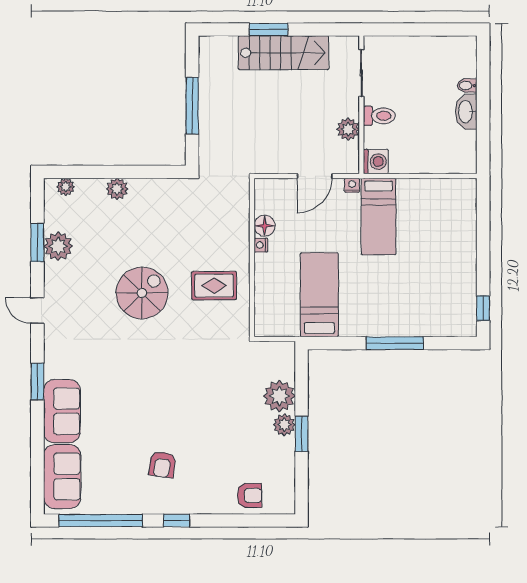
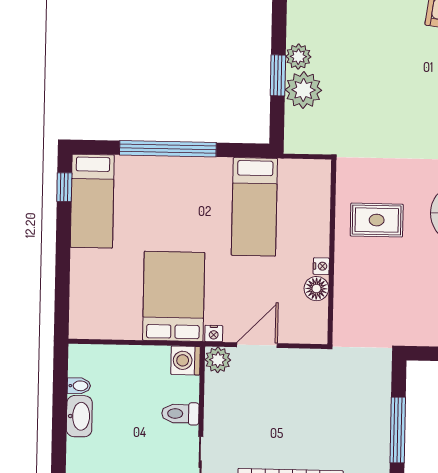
bidet: (467, 86) -> (79, 386), moved
plant: (348, 129) -> (218, 360), moved
bed: (379, 216) -> (174, 296), width x1.50
bed: (459, 297) -> (92, 201), added
window: (395, 343) -> (168, 149), width x1.46
window: (302, 434) -> (278, 75), moved

